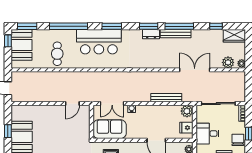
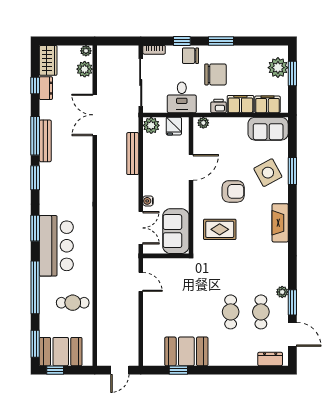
dresser: (151, 34) -> (46, 88), moved

